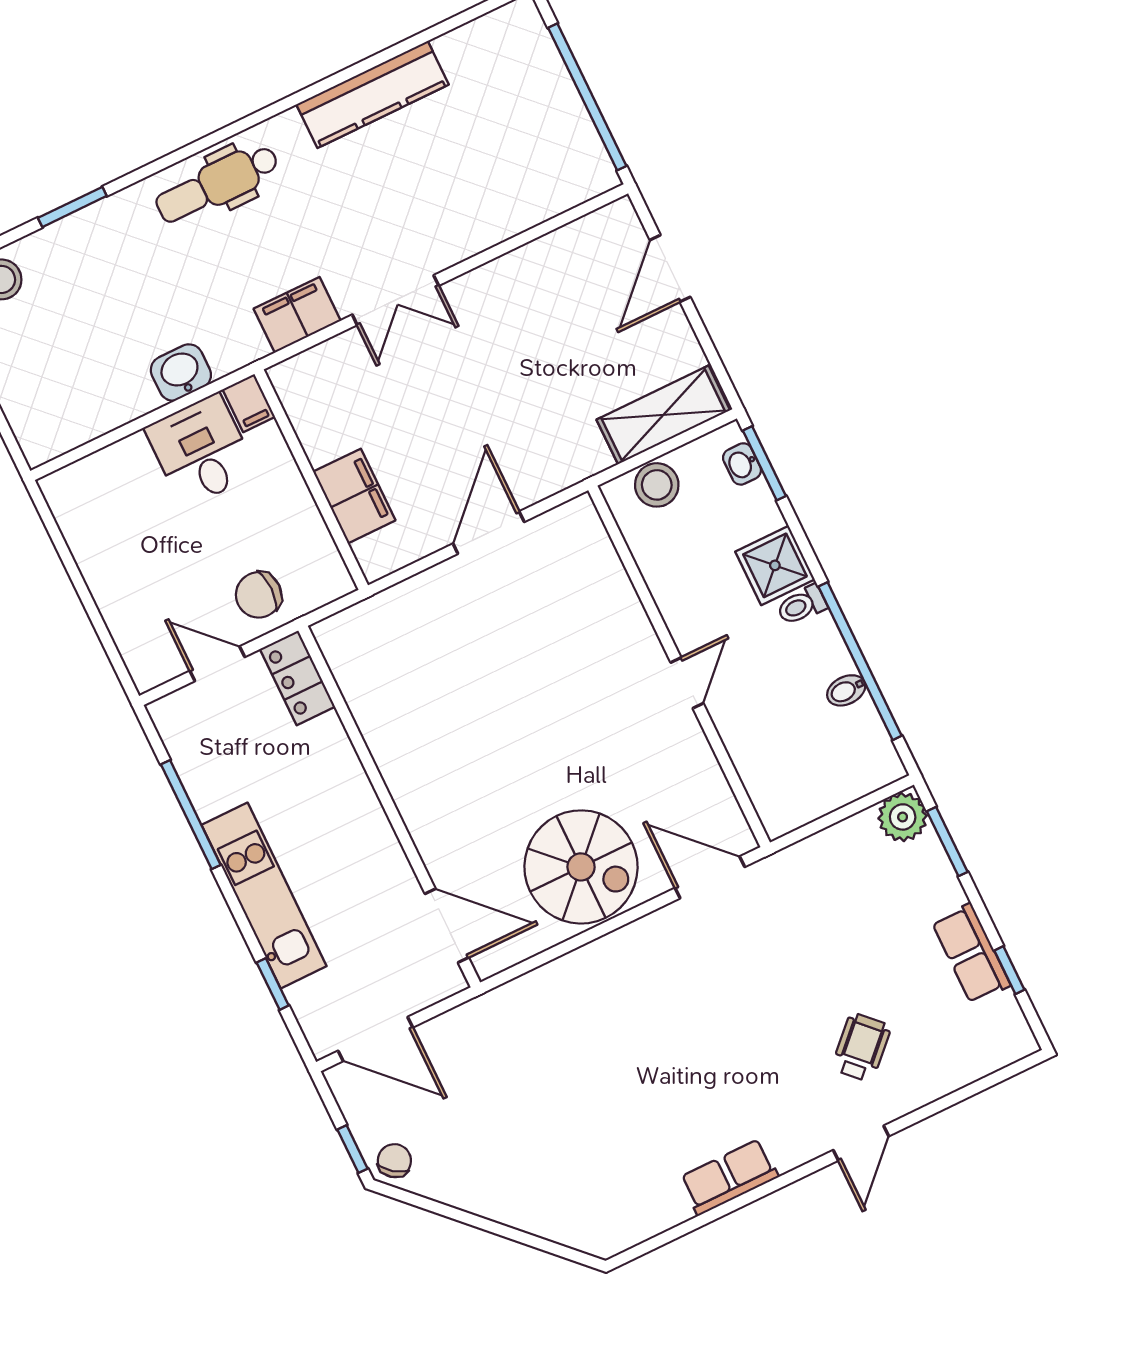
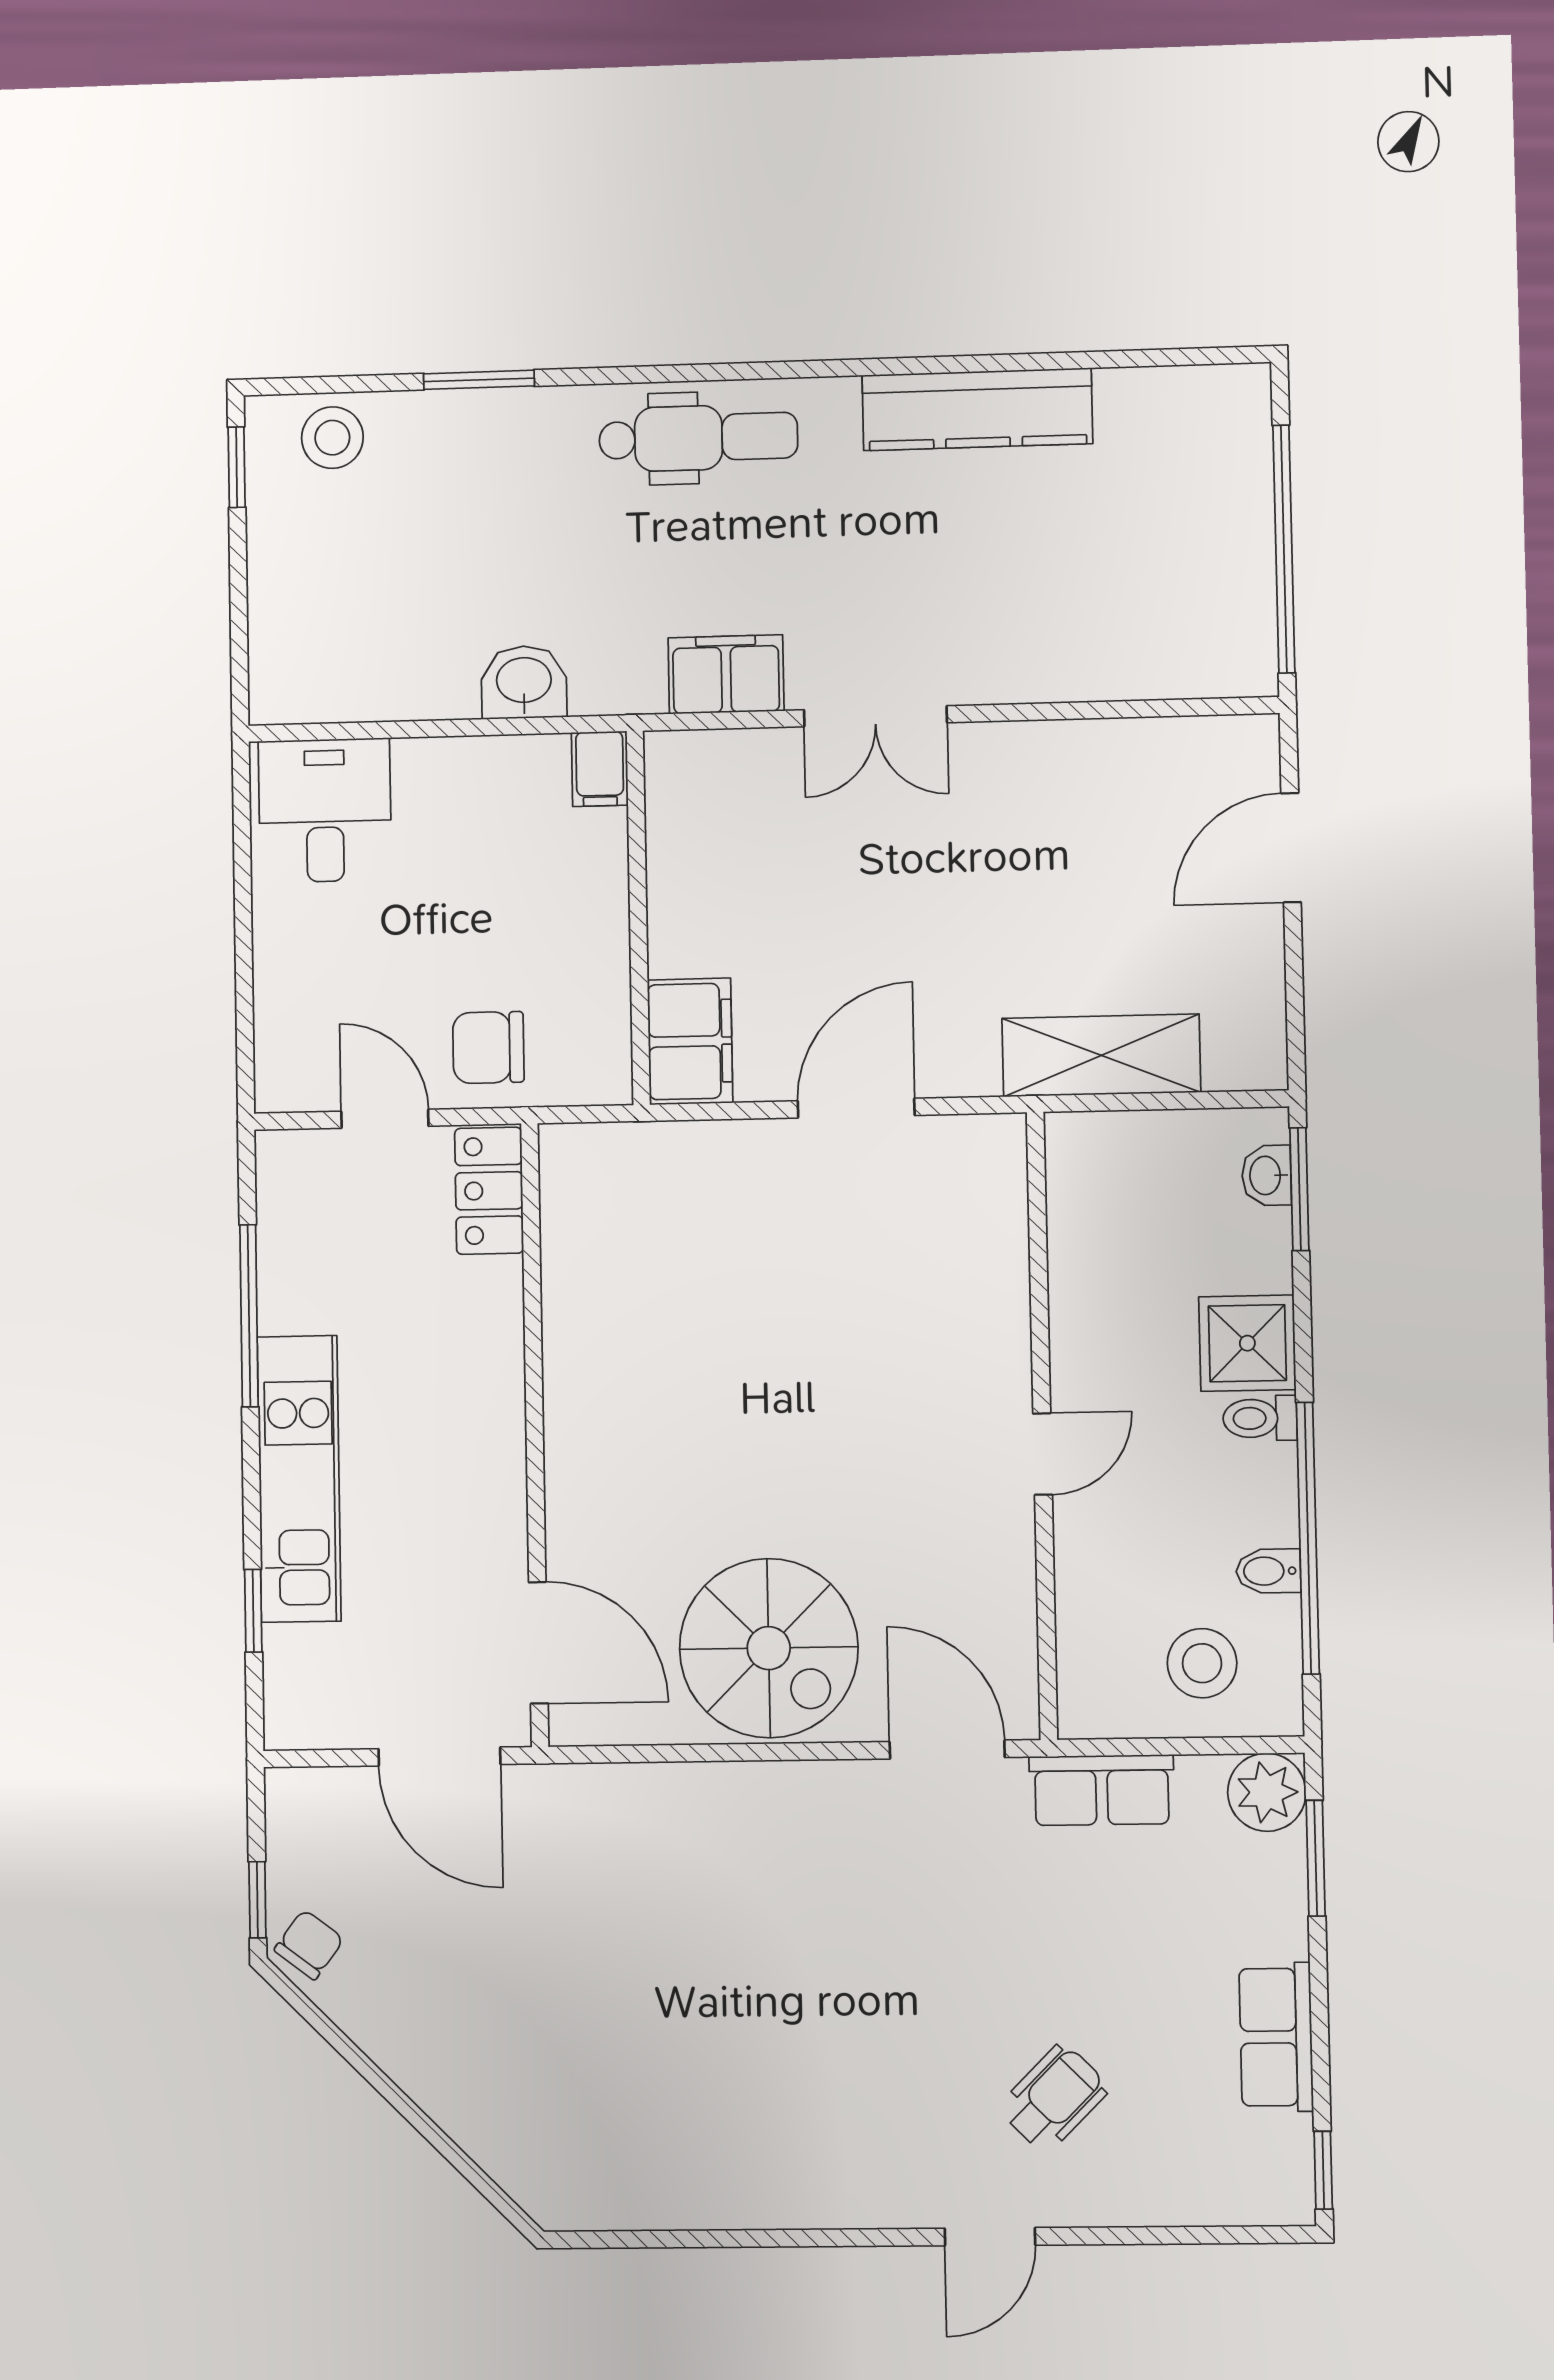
dental chair: (217, 184) -> (698, 438), turned 180
shelving: (663, 415) -> (1101, 1055), moved
desk: (201, 451) -> (325, 810), moved
stool: (657, 485) -> (1202, 1663), moved
filing cabinet: (354, 496) -> (690, 1041), moved
window: (1009, 970) -> (1323, 2170), moved
door: (375, 1039) -> (440, 1757), moved
row of seats: (729, 1177) -> (1102, 1790), moved, turned 180

